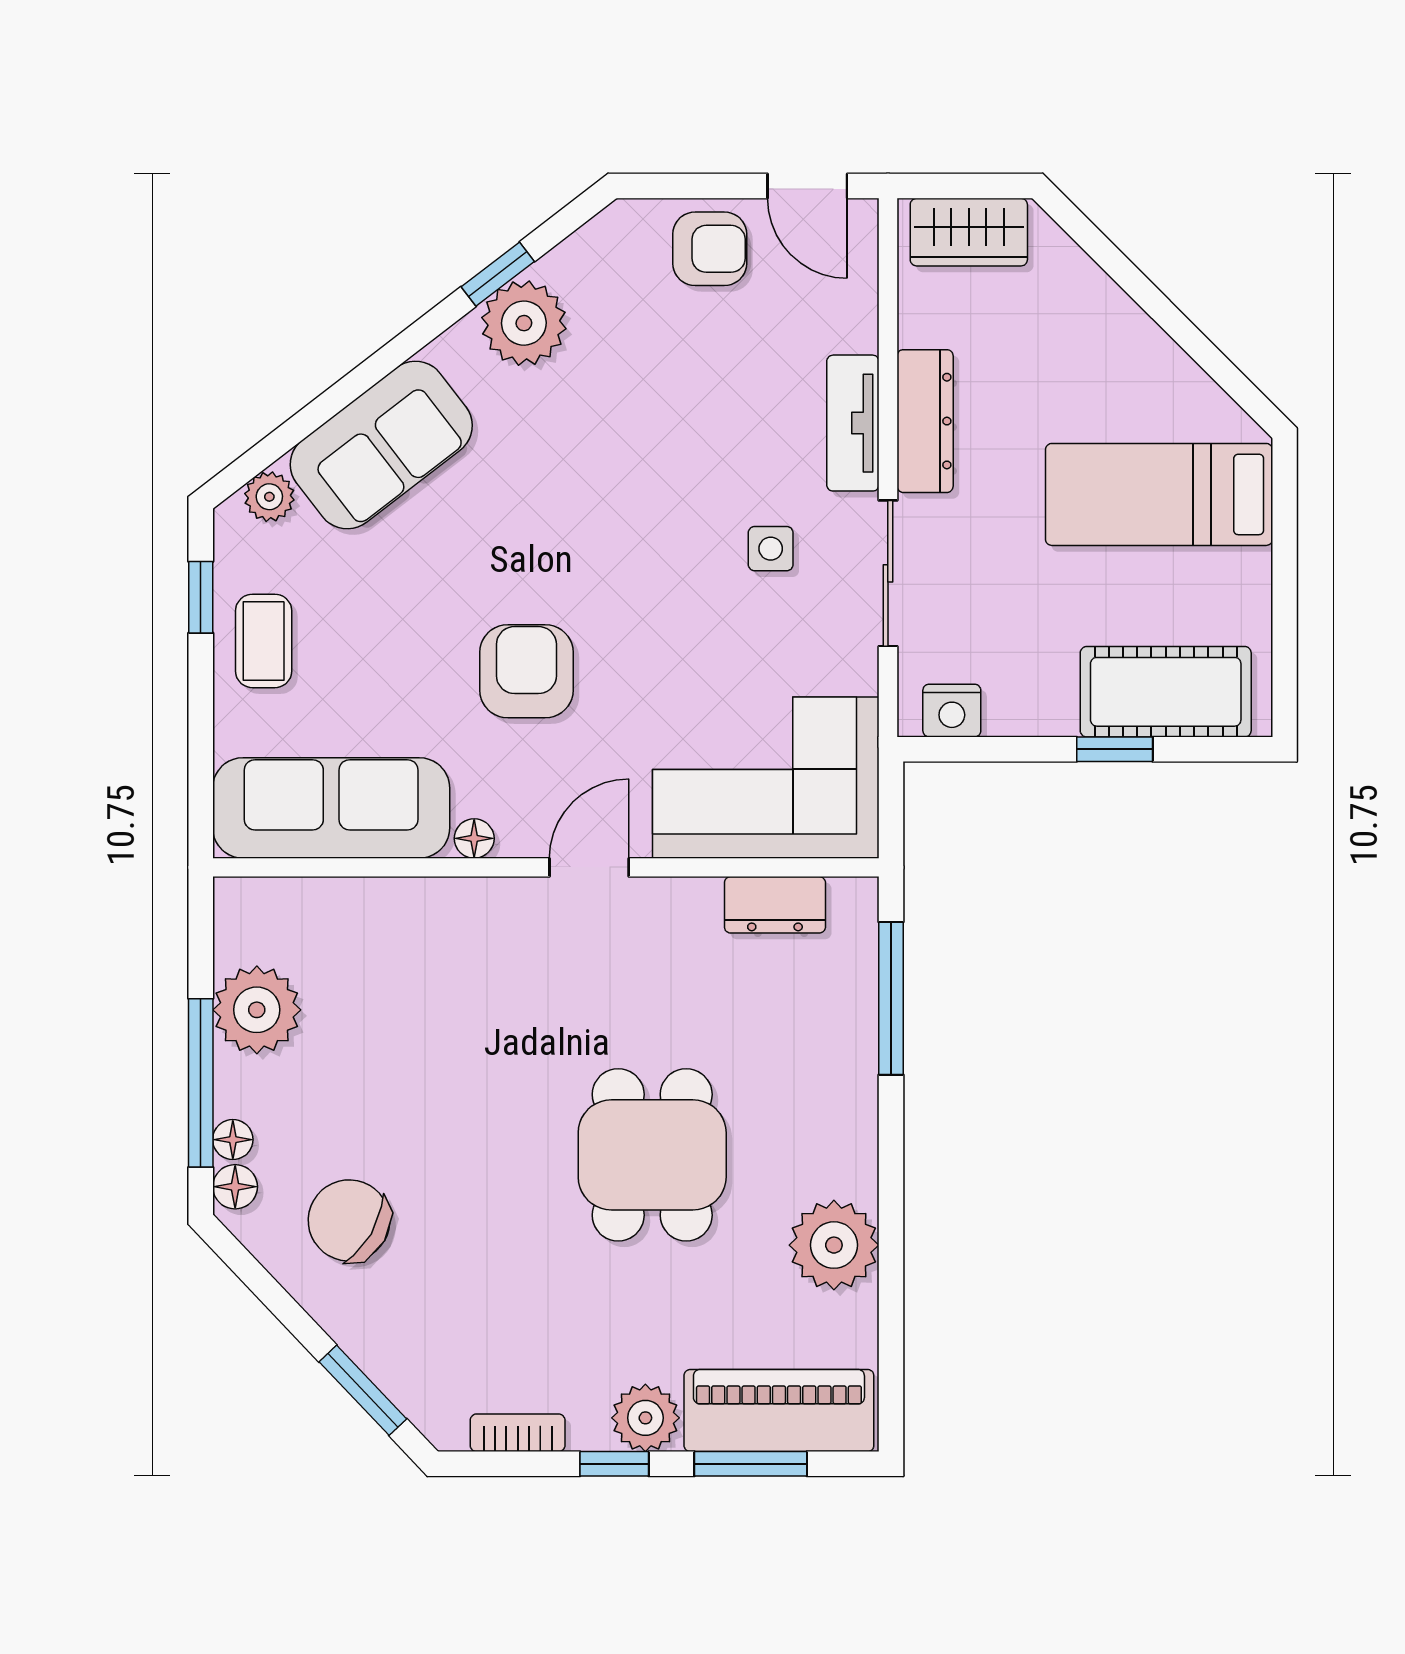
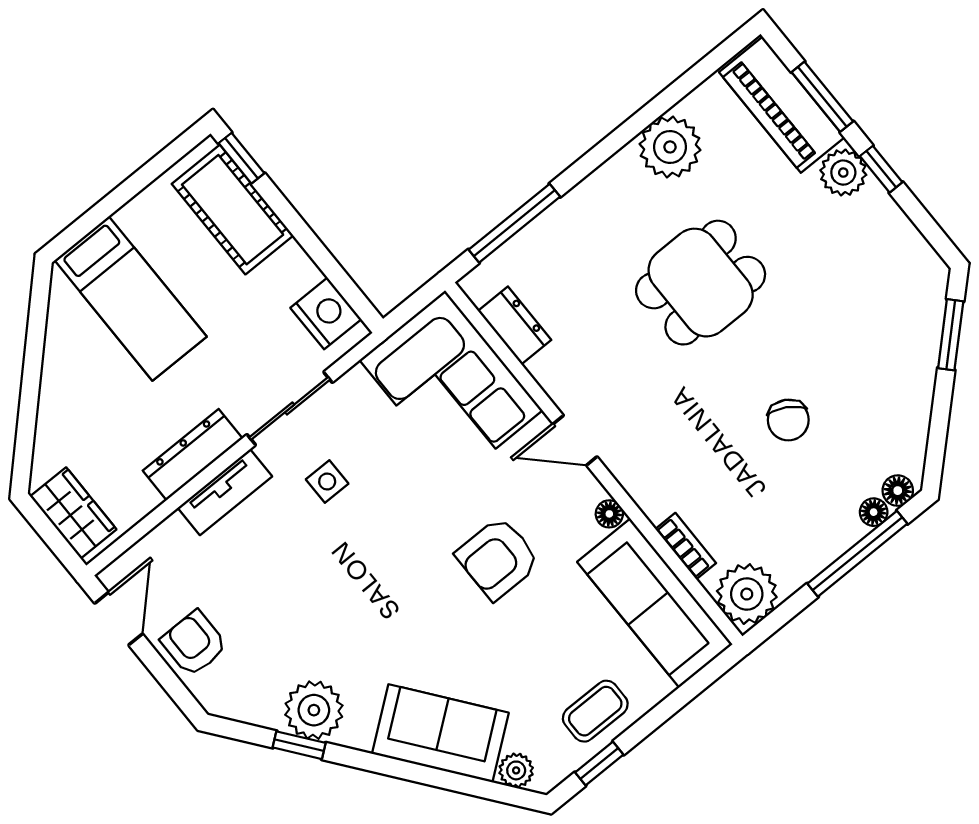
nightstand: (952, 711) -> (326, 313), width x1.36, depth x1.33
window: (1115, 749) -> (242, 158), moved
plant: (257, 1010) -> (747, 594), moved
chair: (349, 1220) -> (788, 420), moved, width x0.73, depth x0.73
bookcase: (518, 1433) -> (686, 546), moved, turned 180

